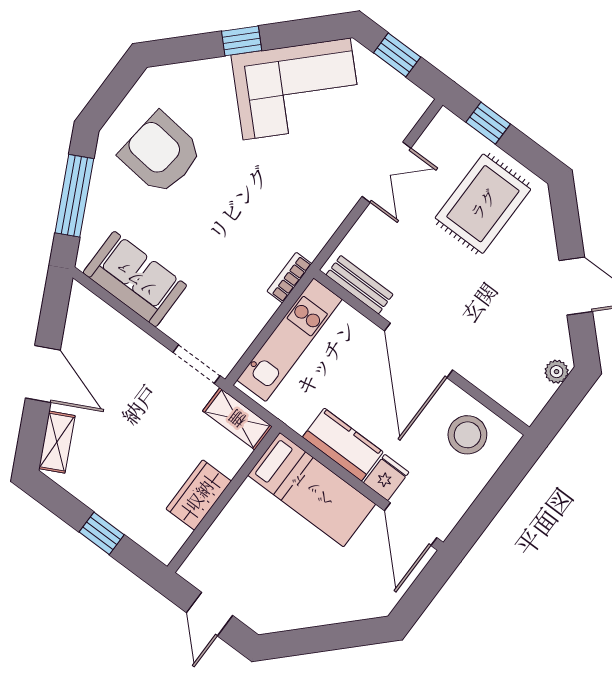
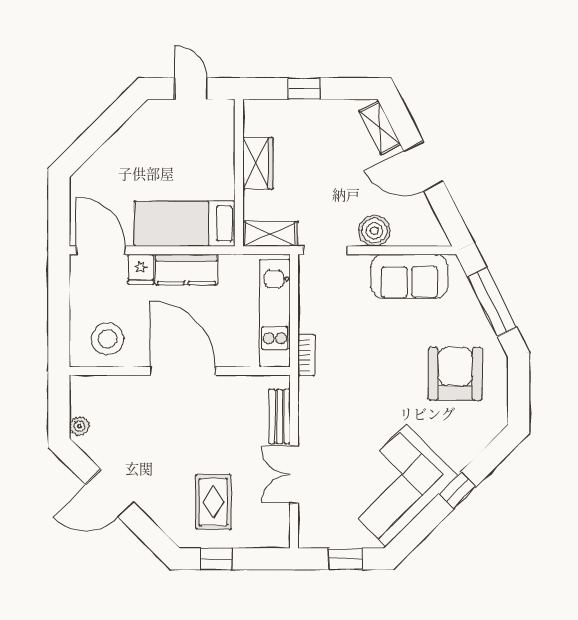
window: (488, 123) -> (216, 559), moved
armchair: (161, 153) -> (455, 374), turned -96
rug: (483, 204) -> (213, 502), width x0.73, depth x0.70
bench: (360, 285) -> (280, 416), moved, turned 90
boiler: (136, 348) -> (374, 231), added

